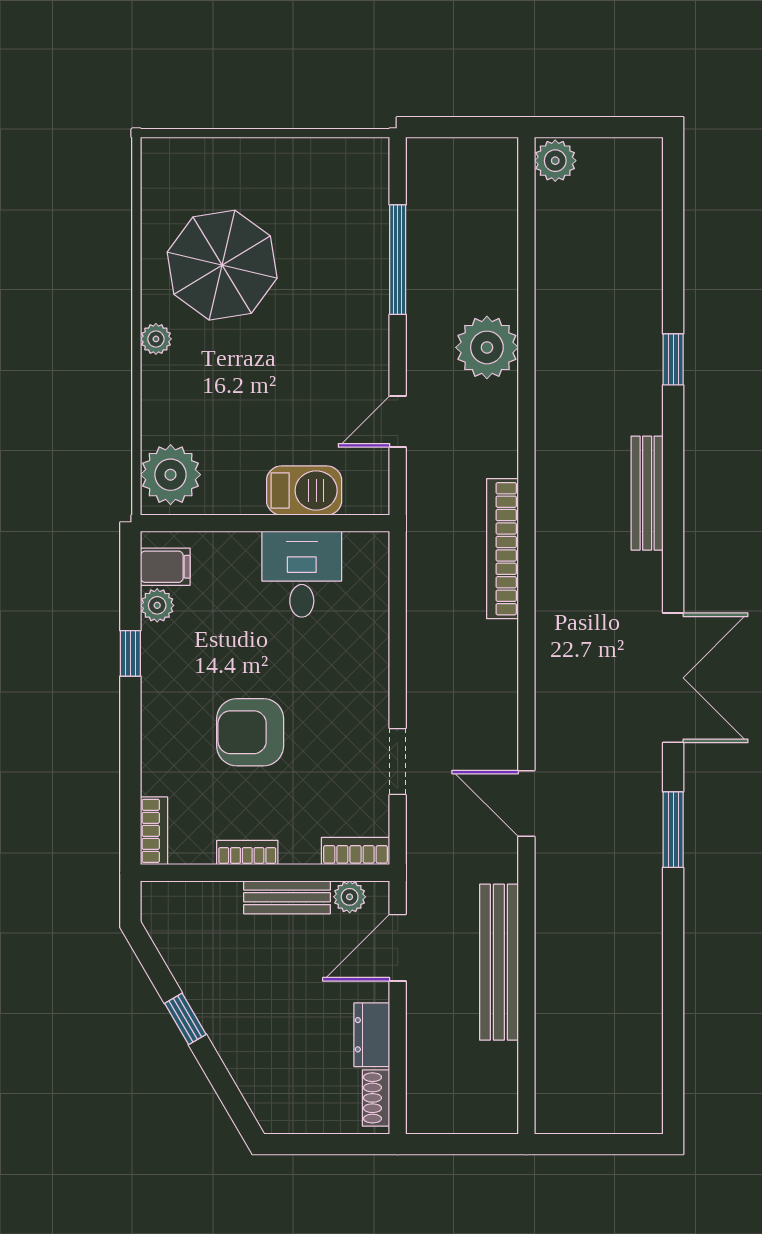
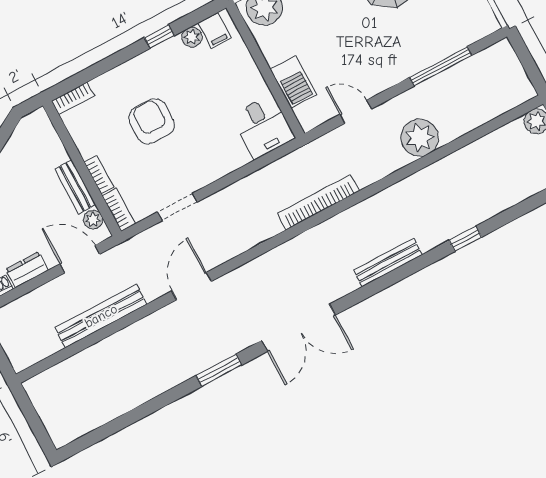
desk: (302, 574) -> (263, 127), moved, turned 90
bookcase: (247, 852) -> (99, 175), moved

